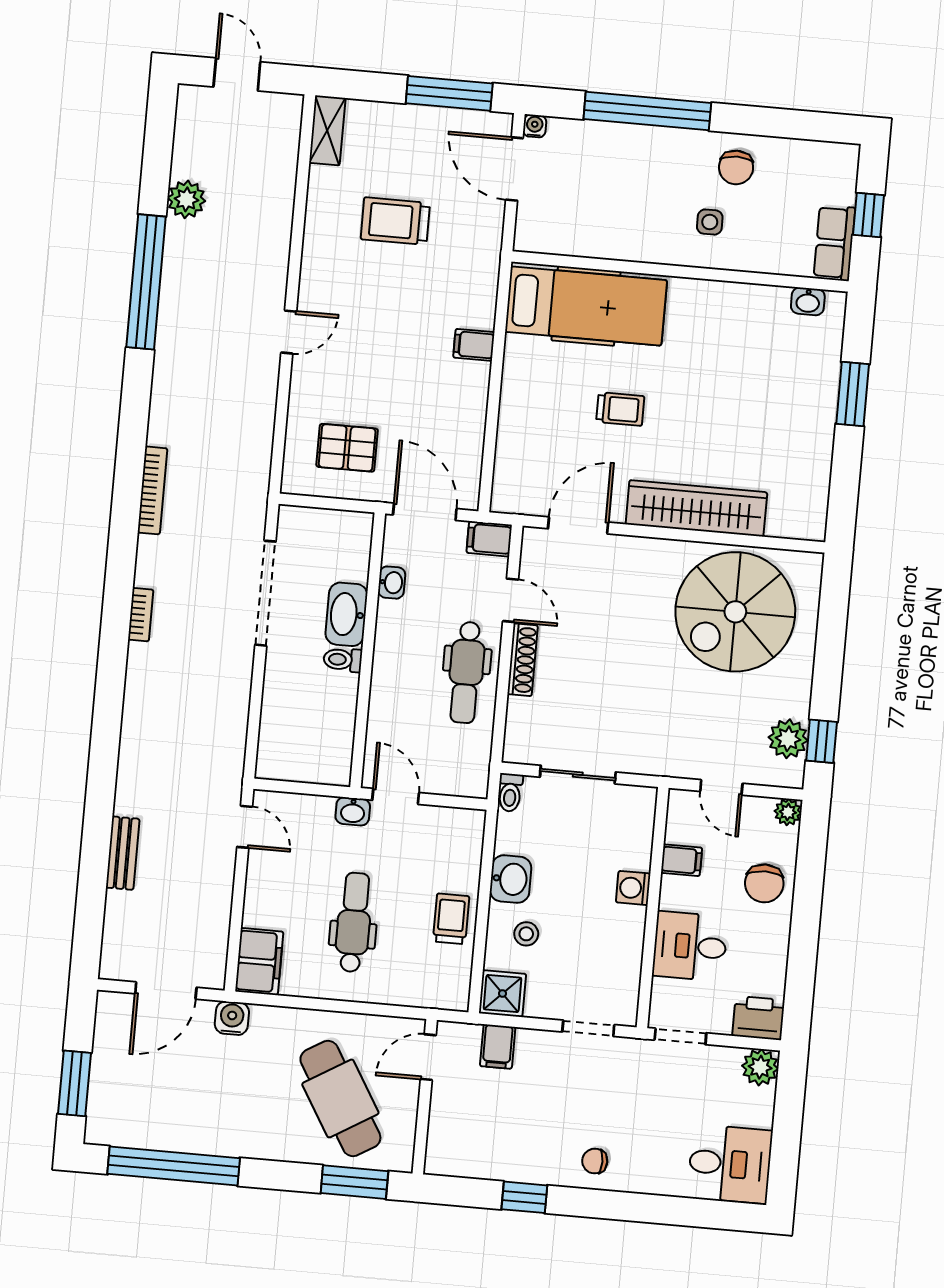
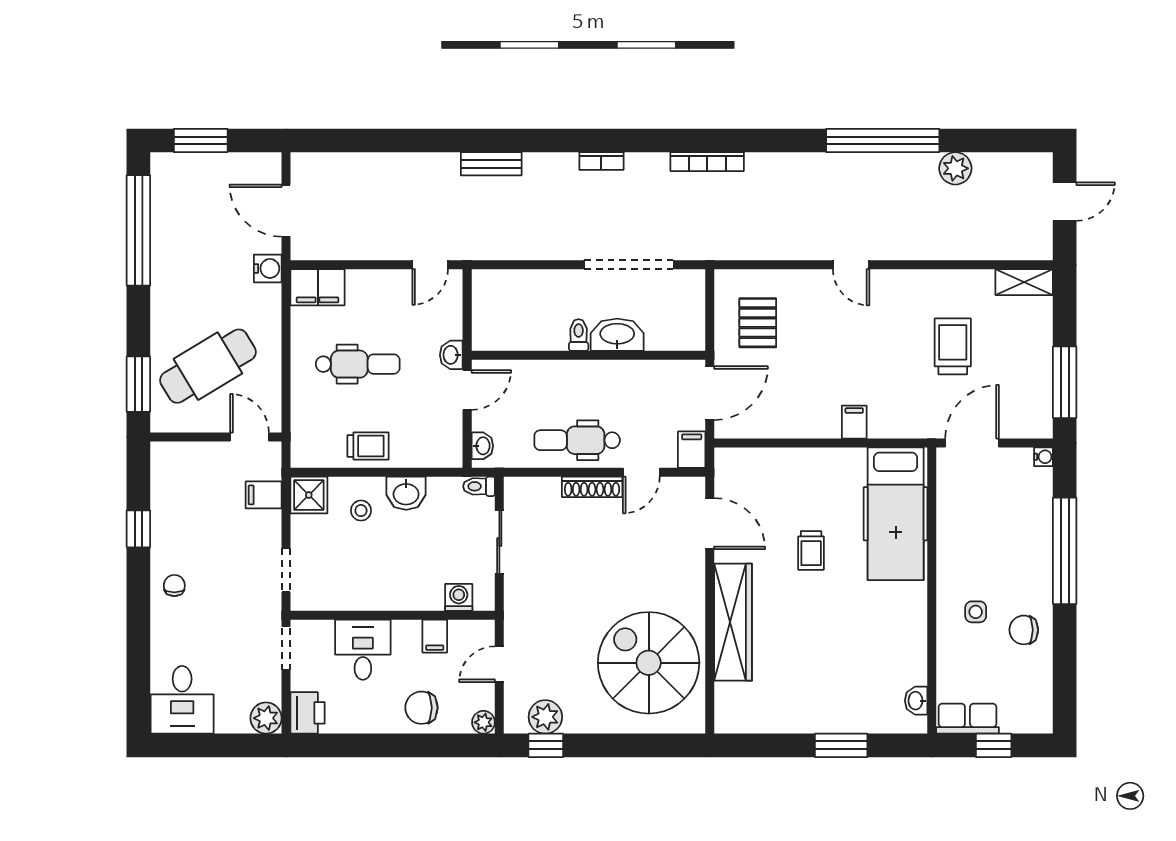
door: (514, 169) -> (972, 443), moved
washbasin: (392, 583) -> (482, 446), moved, turned -90
bench: (123, 853) -> (491, 164), moved
washing machine: (633, 888) -> (459, 597), moved

